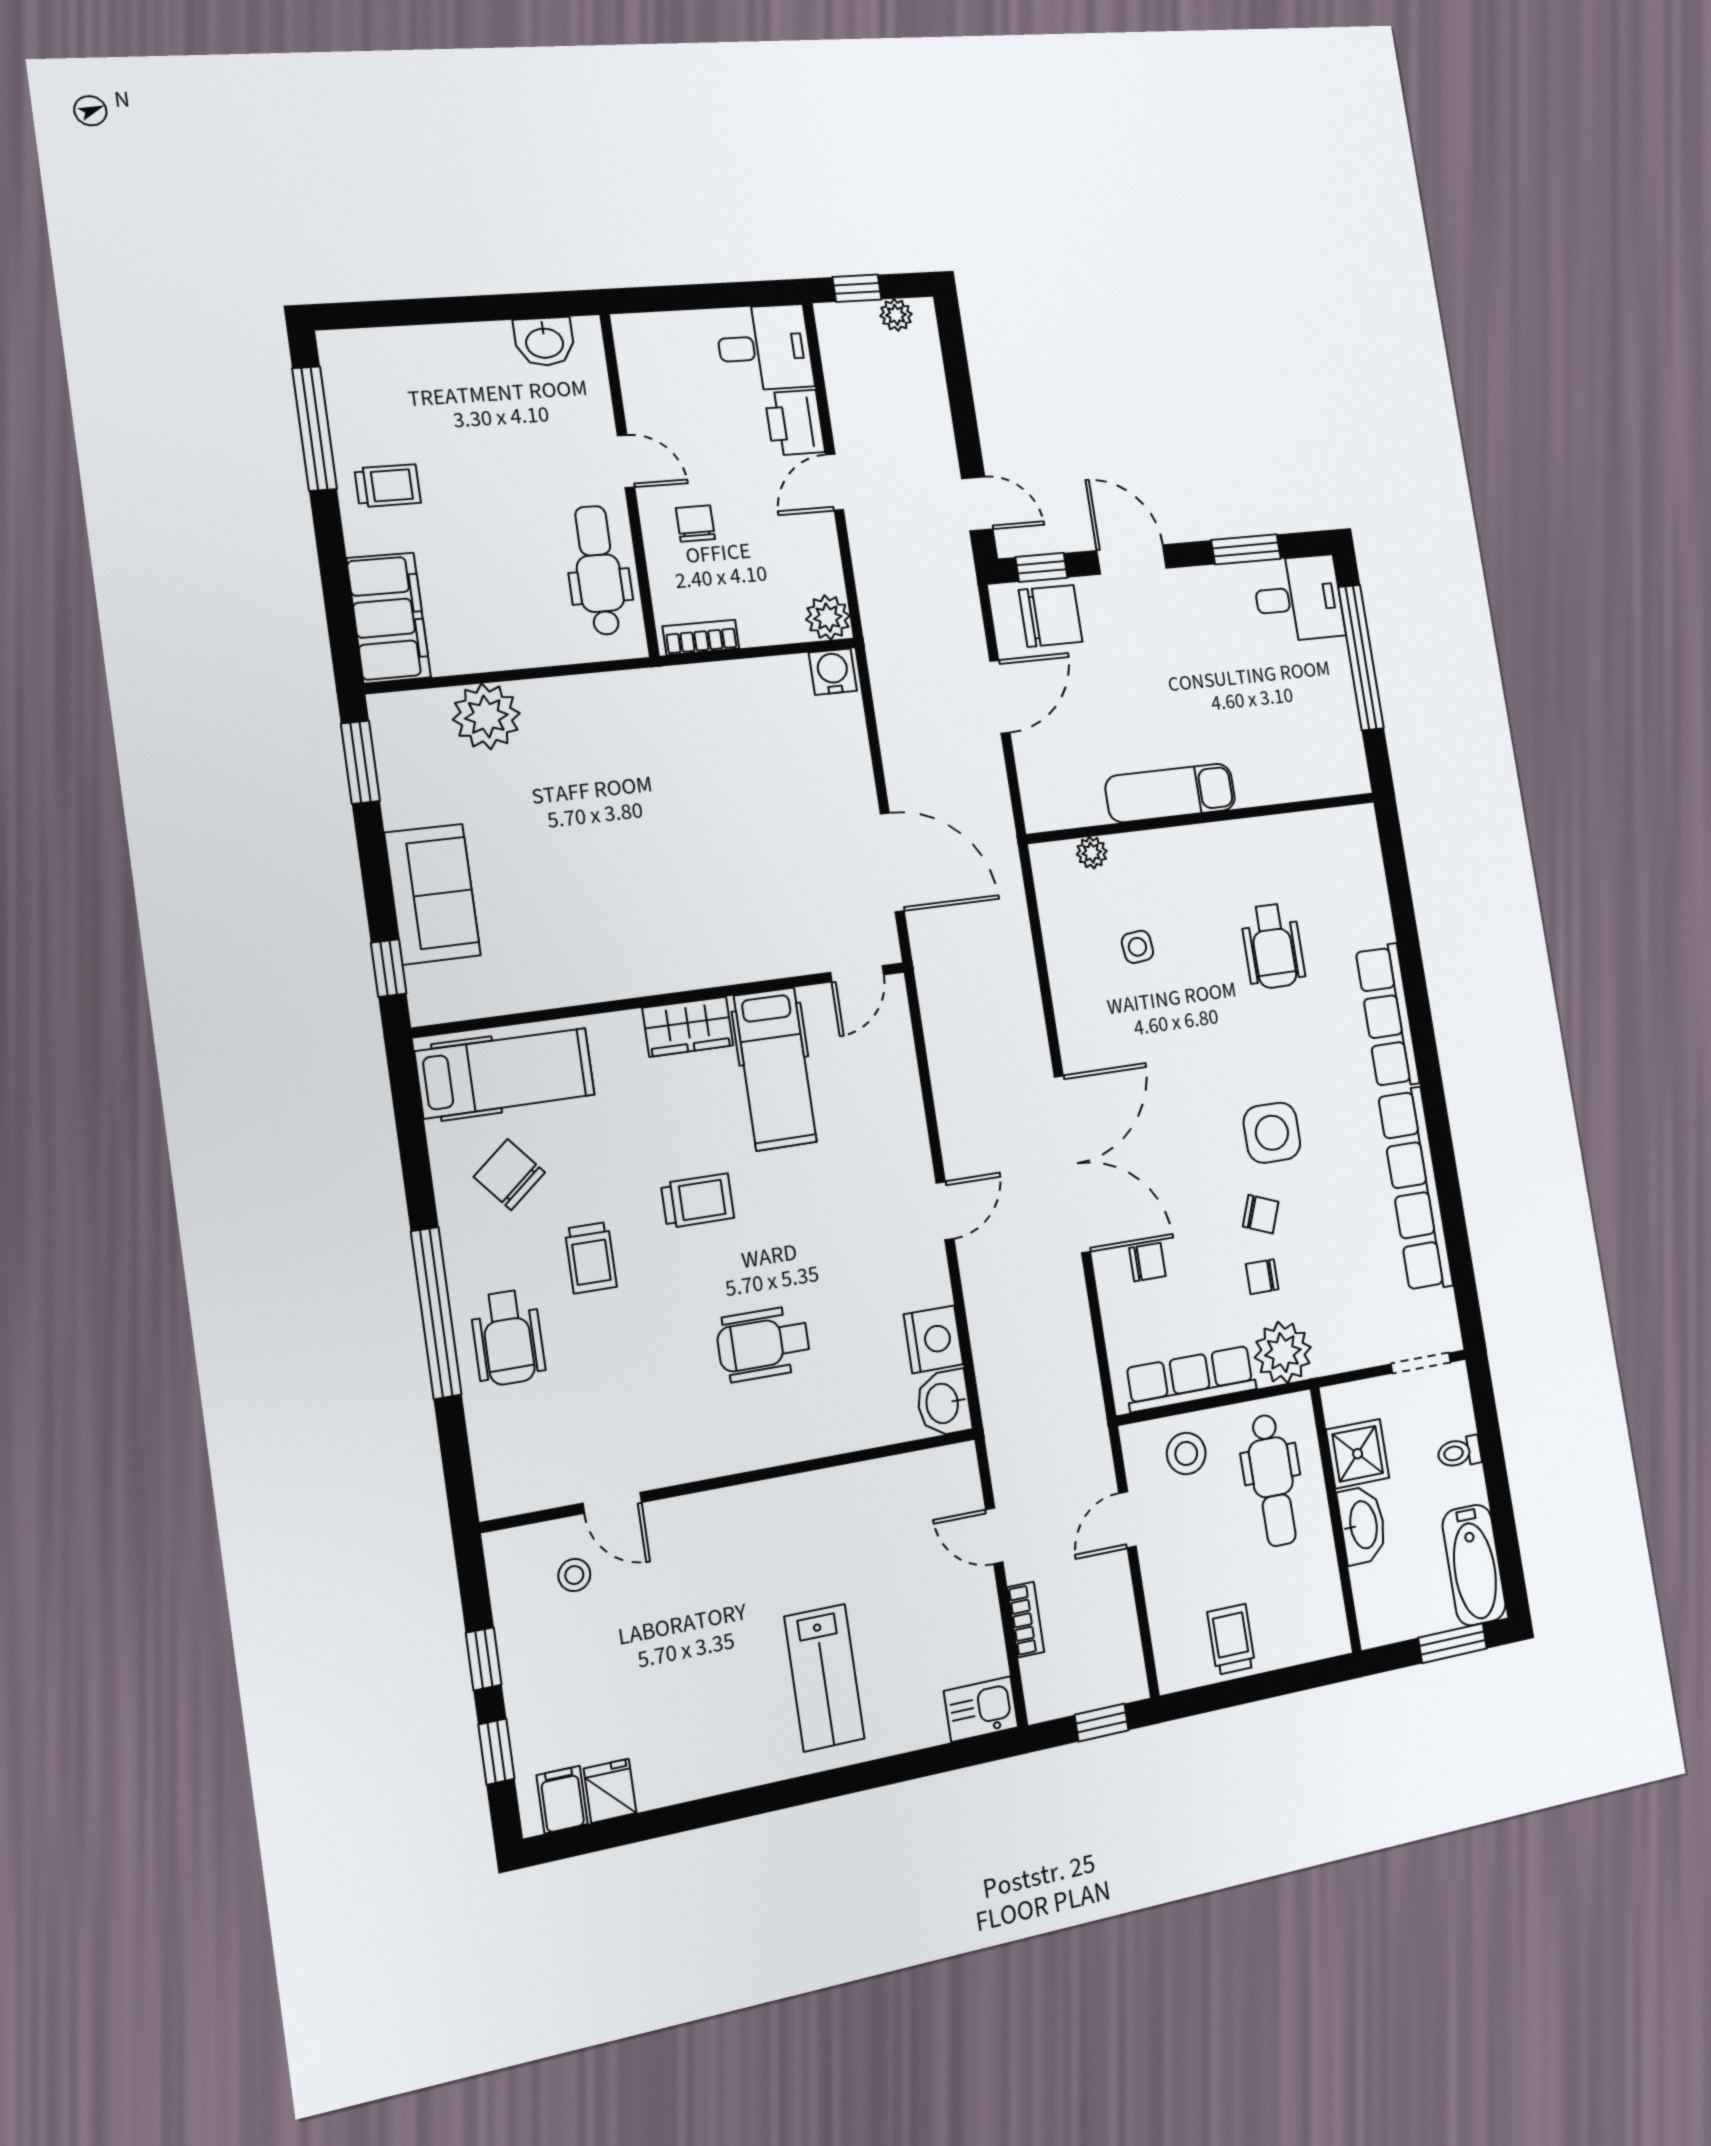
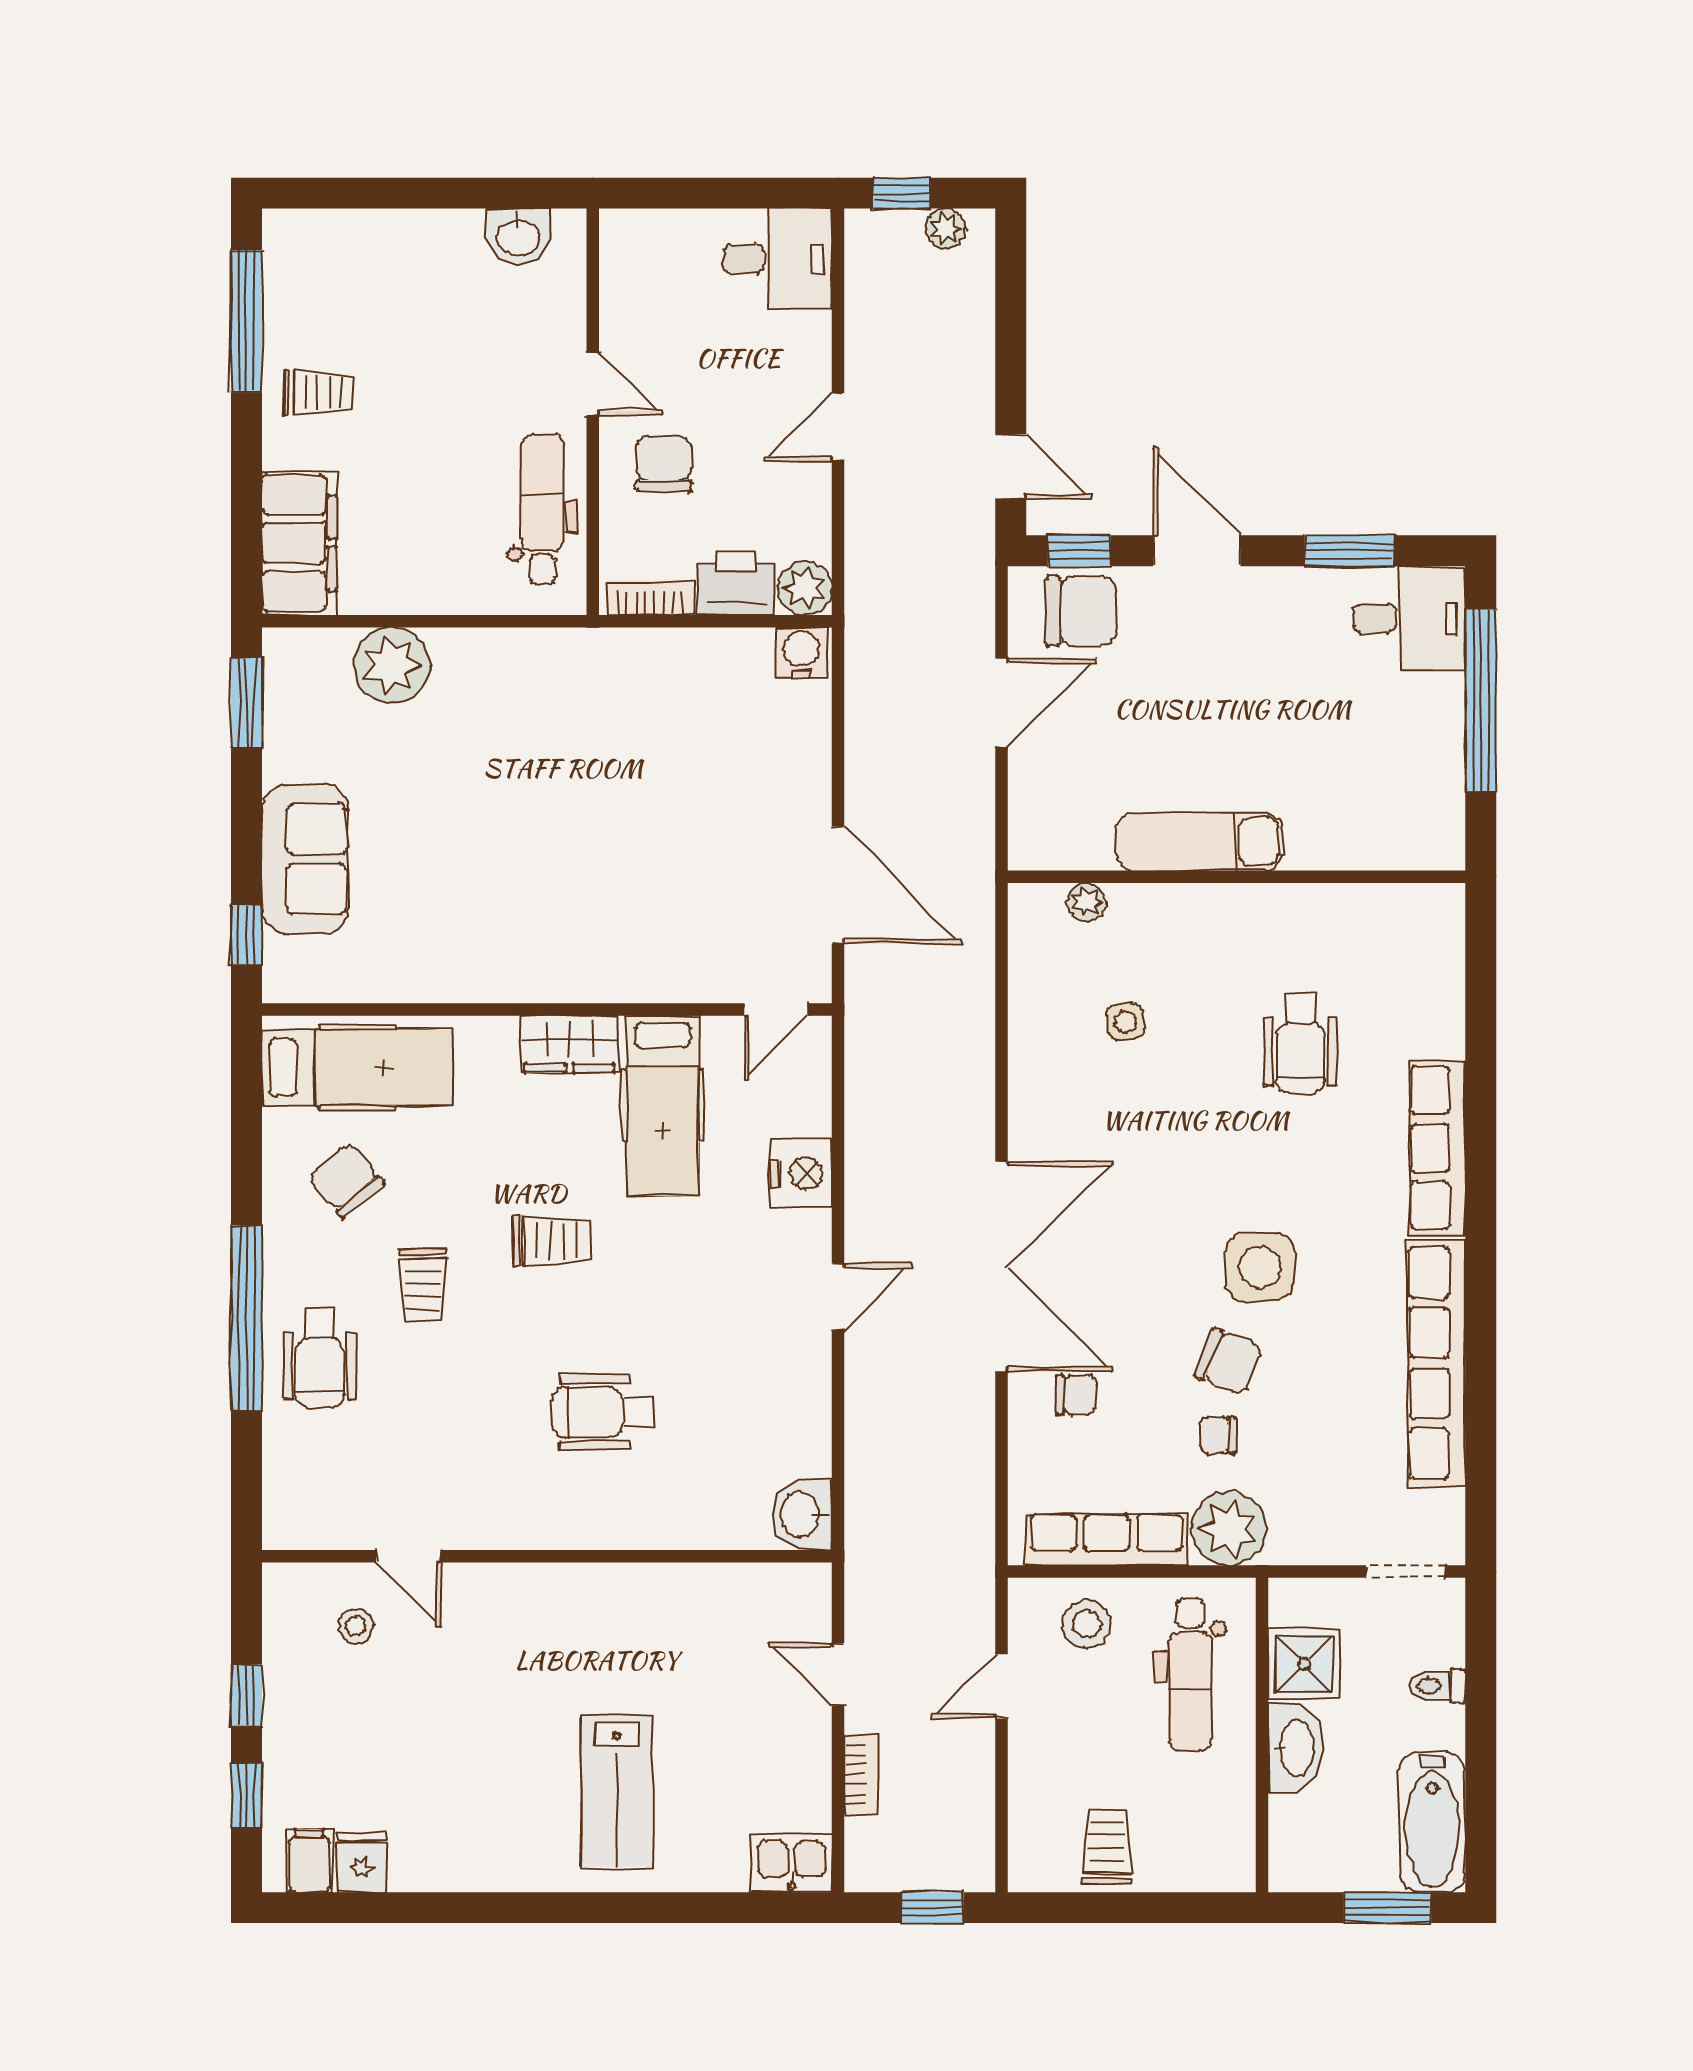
printer: (795, 423) -> (736, 584), moved, turned 90
chair: (695, 524) -> (664, 463), width x1.37, depth x1.37
chair: (1261, 1214) -> (1229, 1361), width x1.37, depth x1.37
nightstand: (933, 1339) -> (801, 1173), moved

